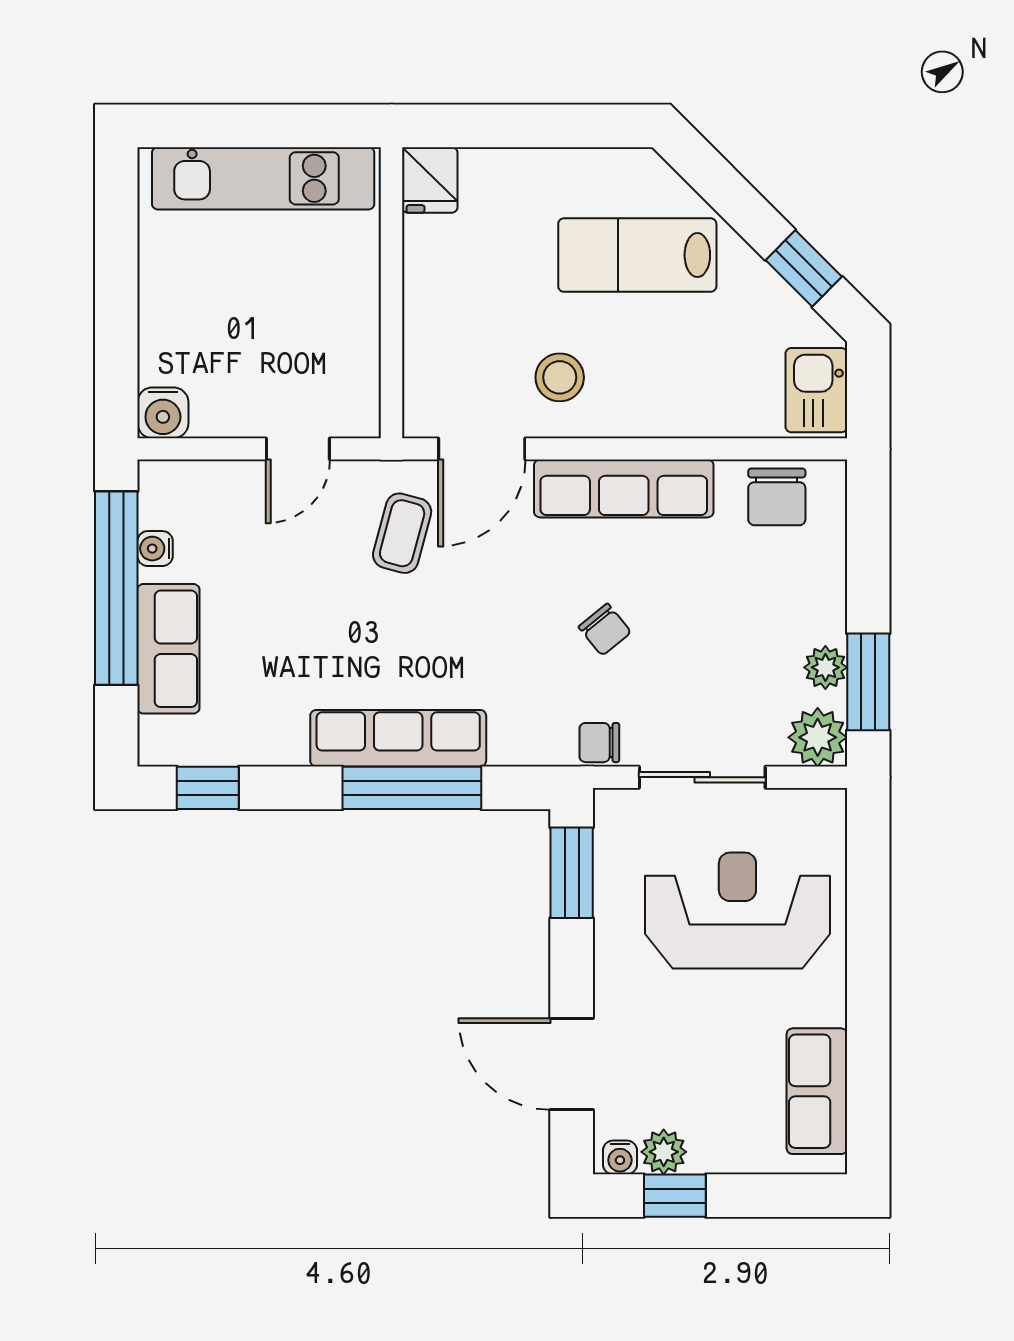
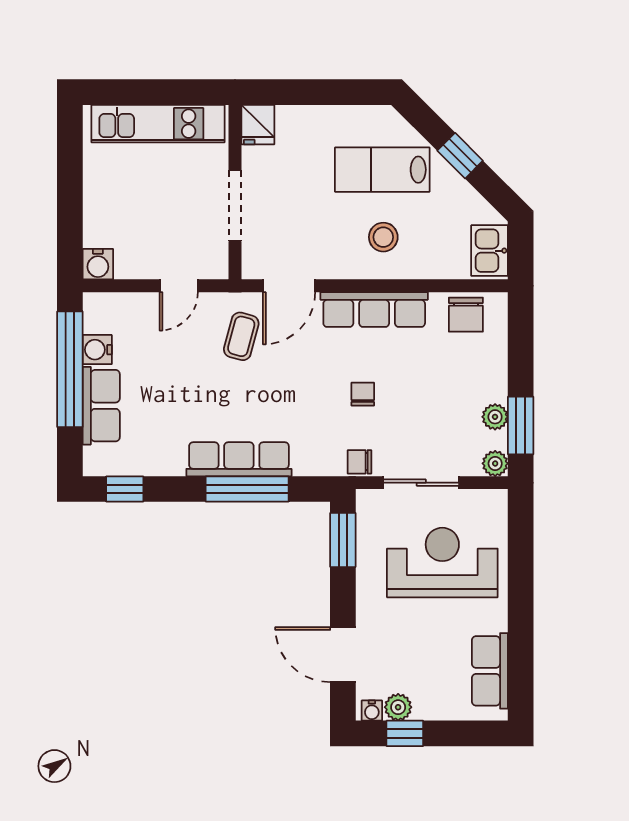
window: (804, 268) -> (460, 156), moved
doorway: (392, 315) -> (235, 206), added
stool: (560, 377) -> (383, 237), moved
water cooler: (155, 549) -> (97, 350), width x1.38, depth x1.38
chair: (605, 630) -> (363, 394), turned -141
plant: (818, 737) -> (495, 463), width x0.73, depth x0.73

